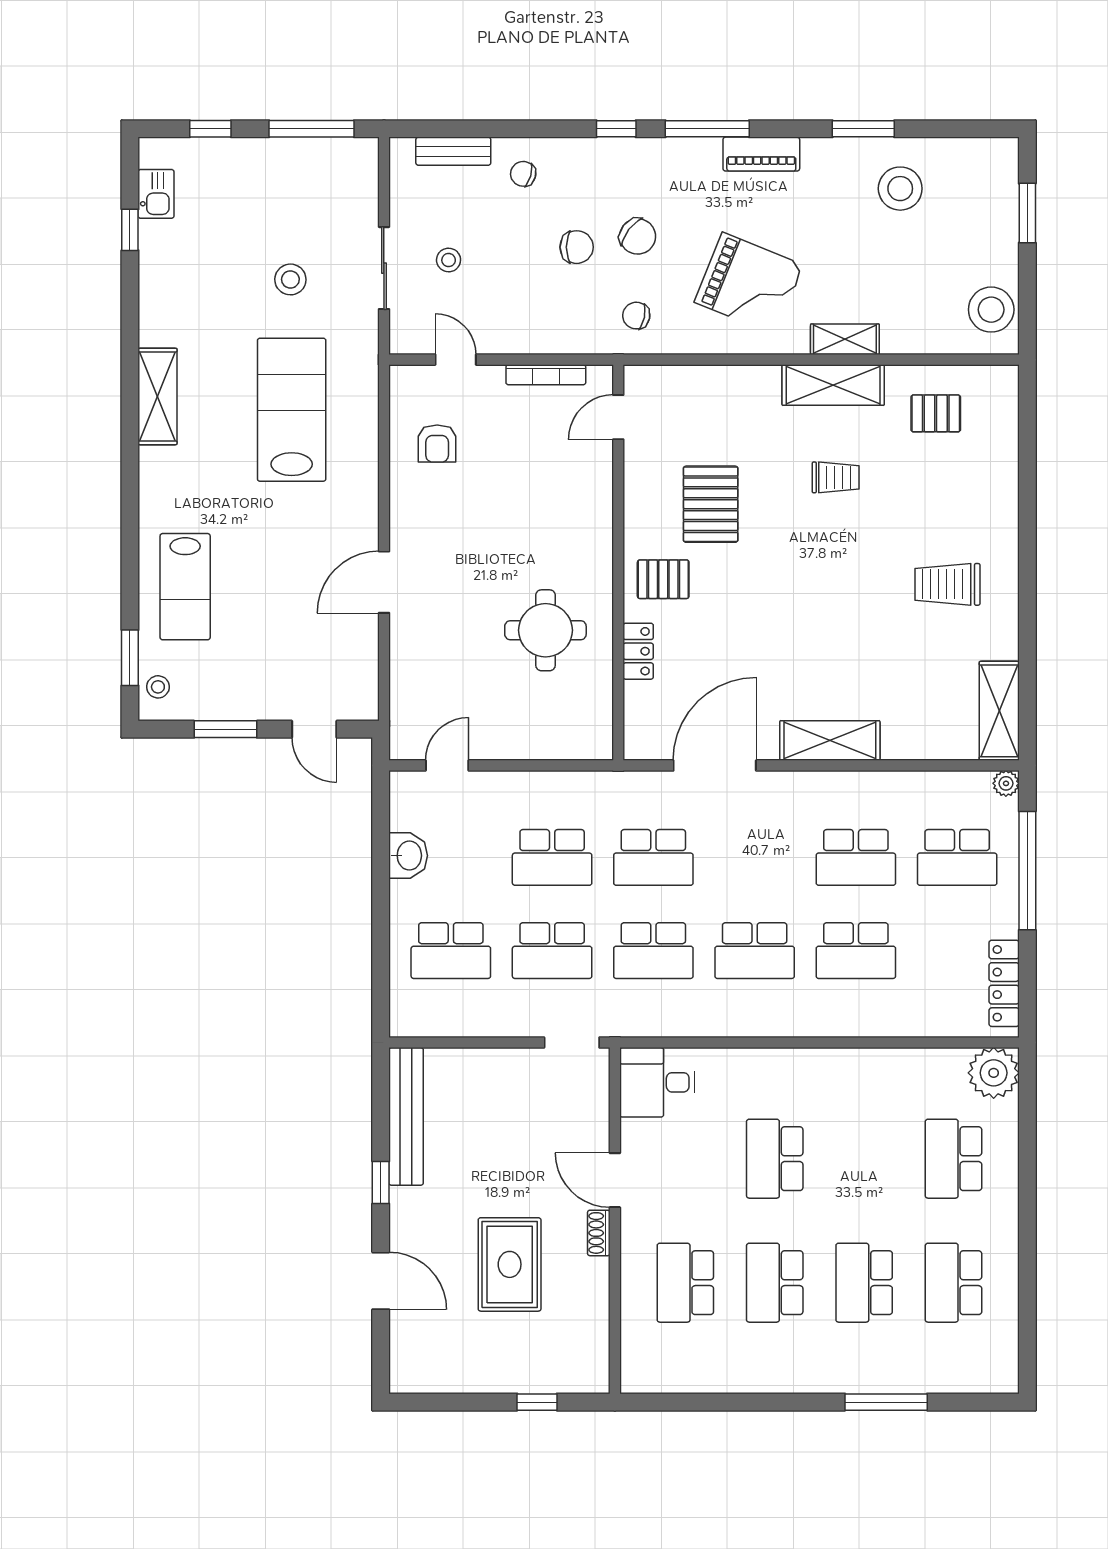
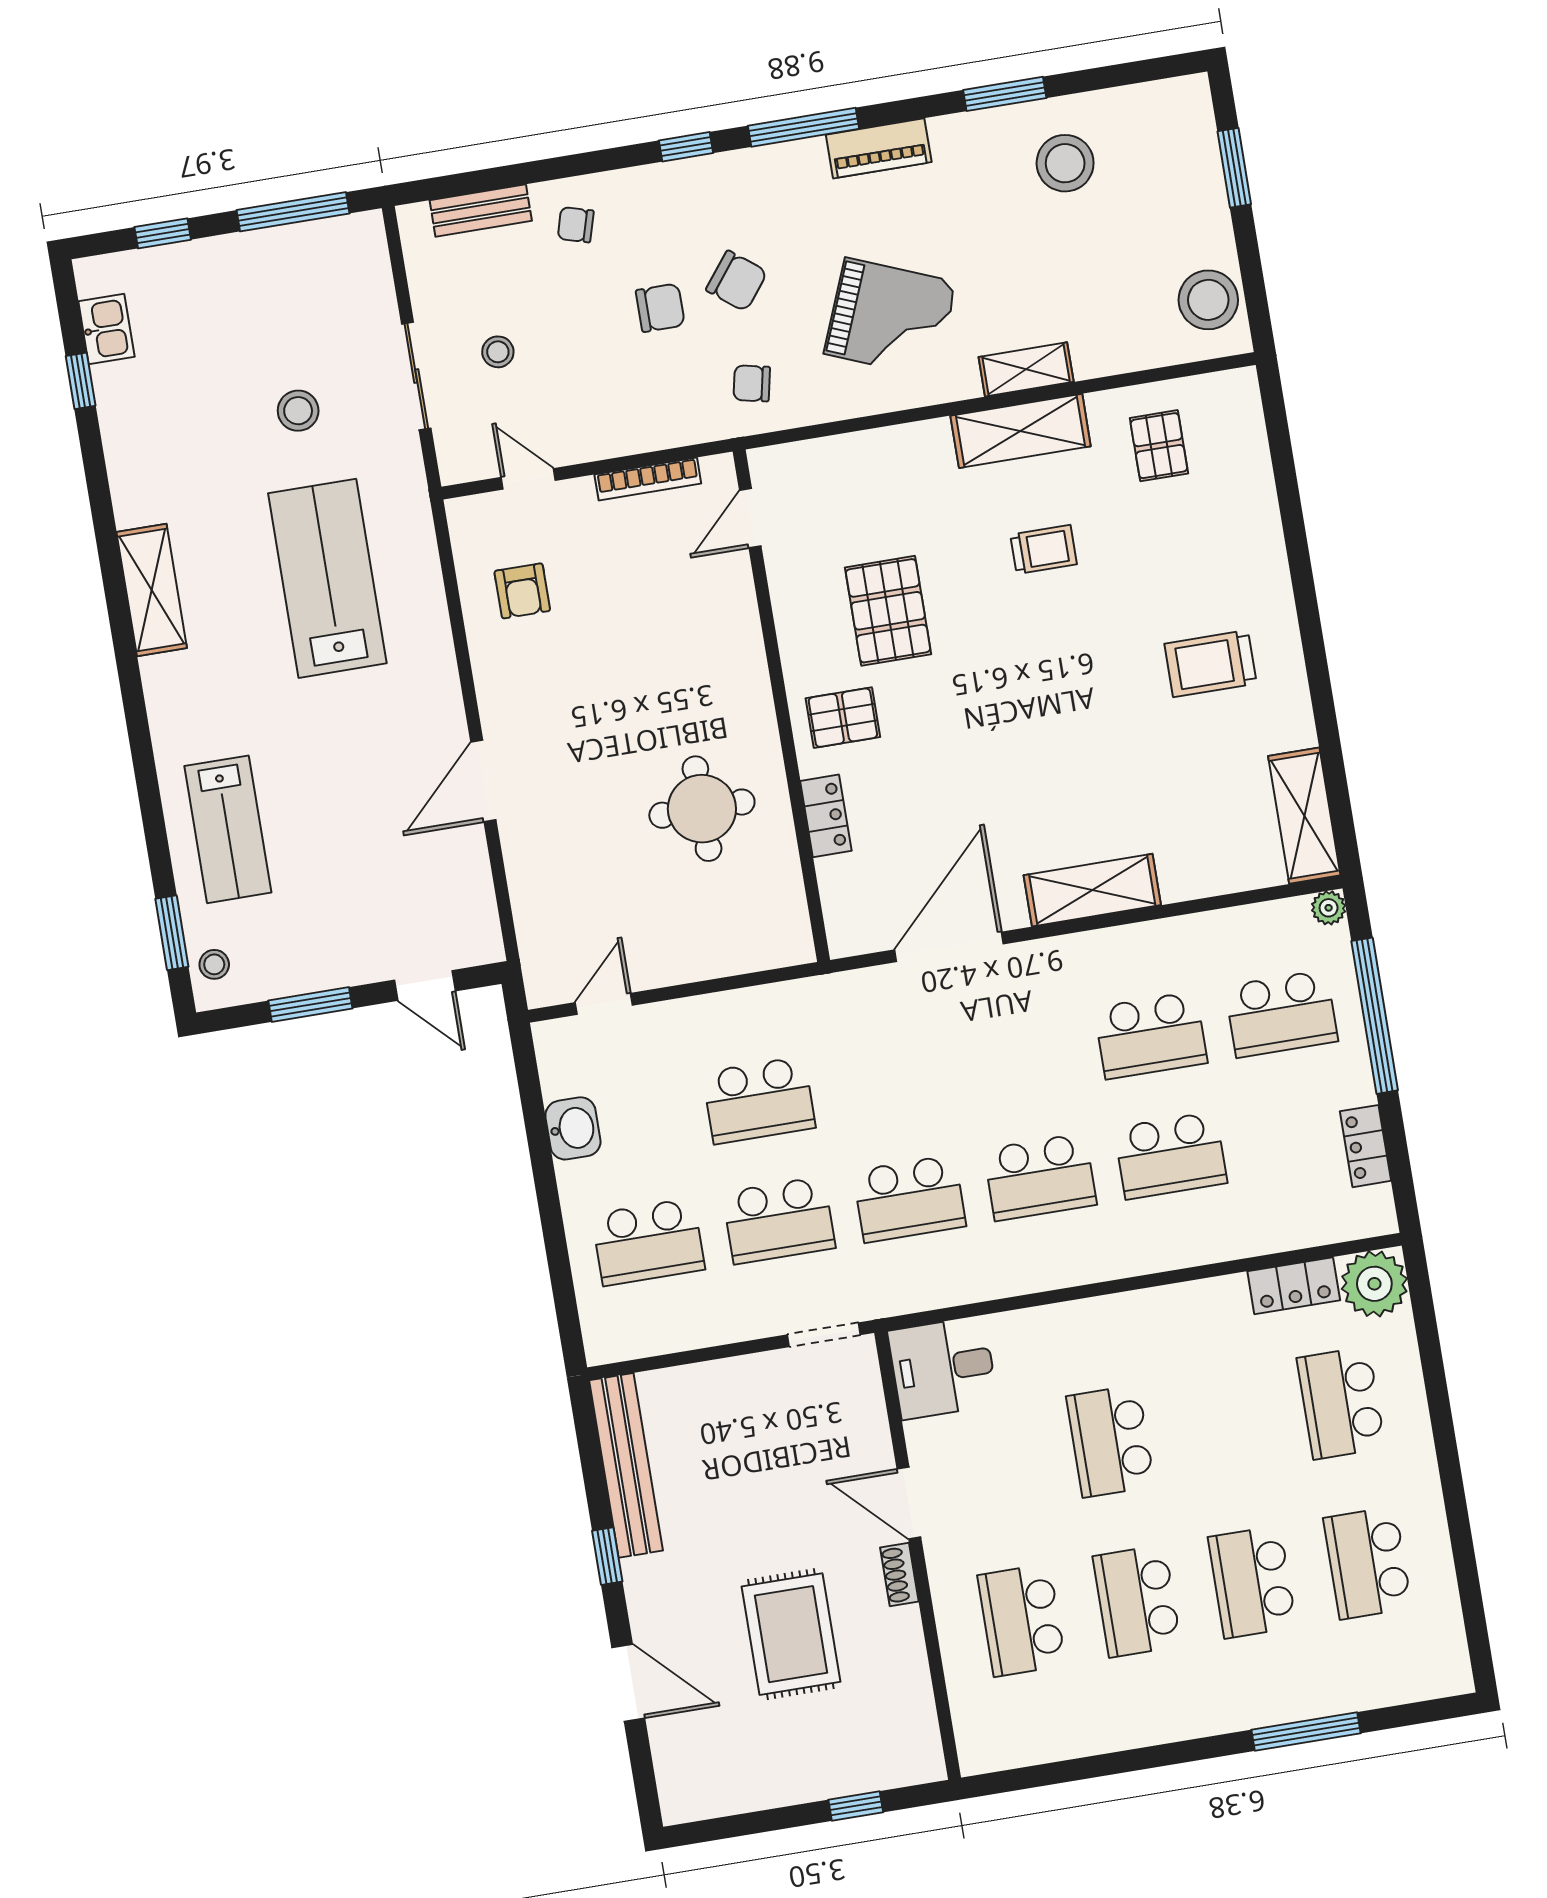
pallet: (936, 413) -> (1159, 446), turned 90
school desk: (653, 857) -> (890, 1079), removed
locker: (1004, 983) -> (1365, 1146), width x0.66
locker: (932, 1064) -> (1294, 1286), added

